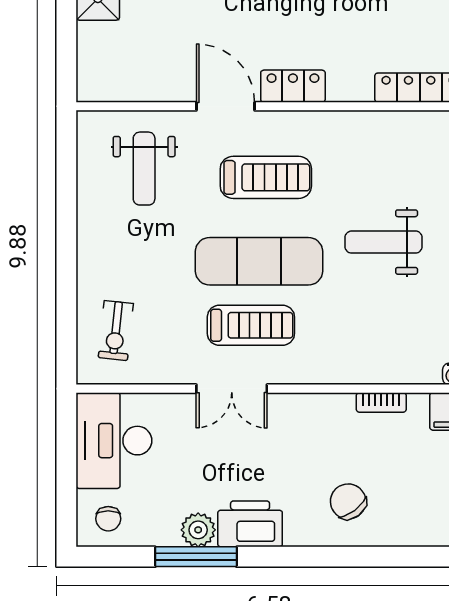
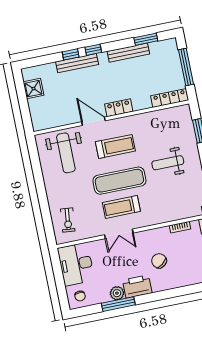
weight bench: (144, 169) -> (66, 153), width x1.36, depth x1.33
treadmill: (251, 325) -> (121, 207), turned 180
chair: (348, 501) -> (159, 261), moved

